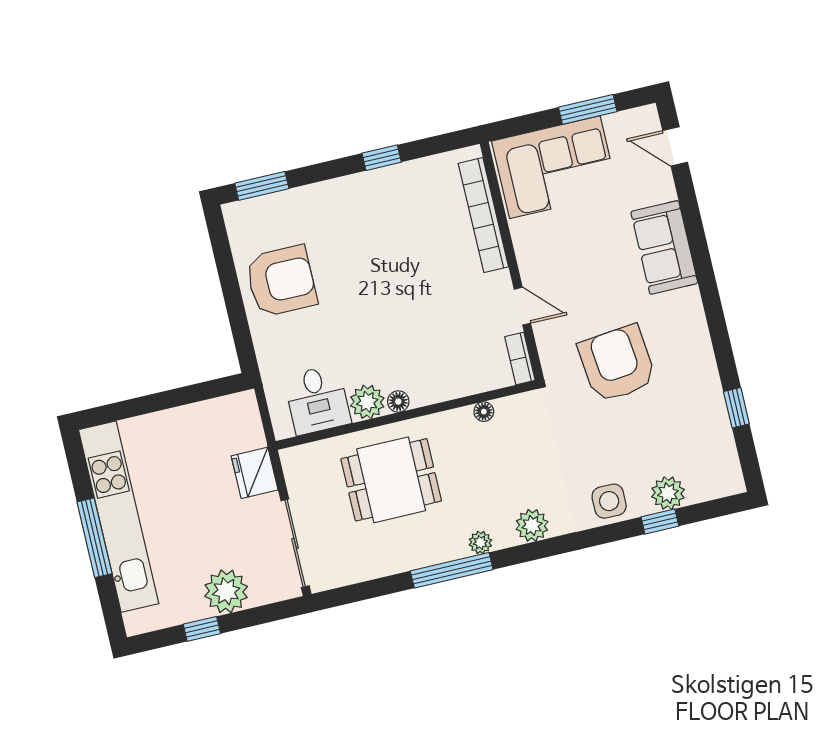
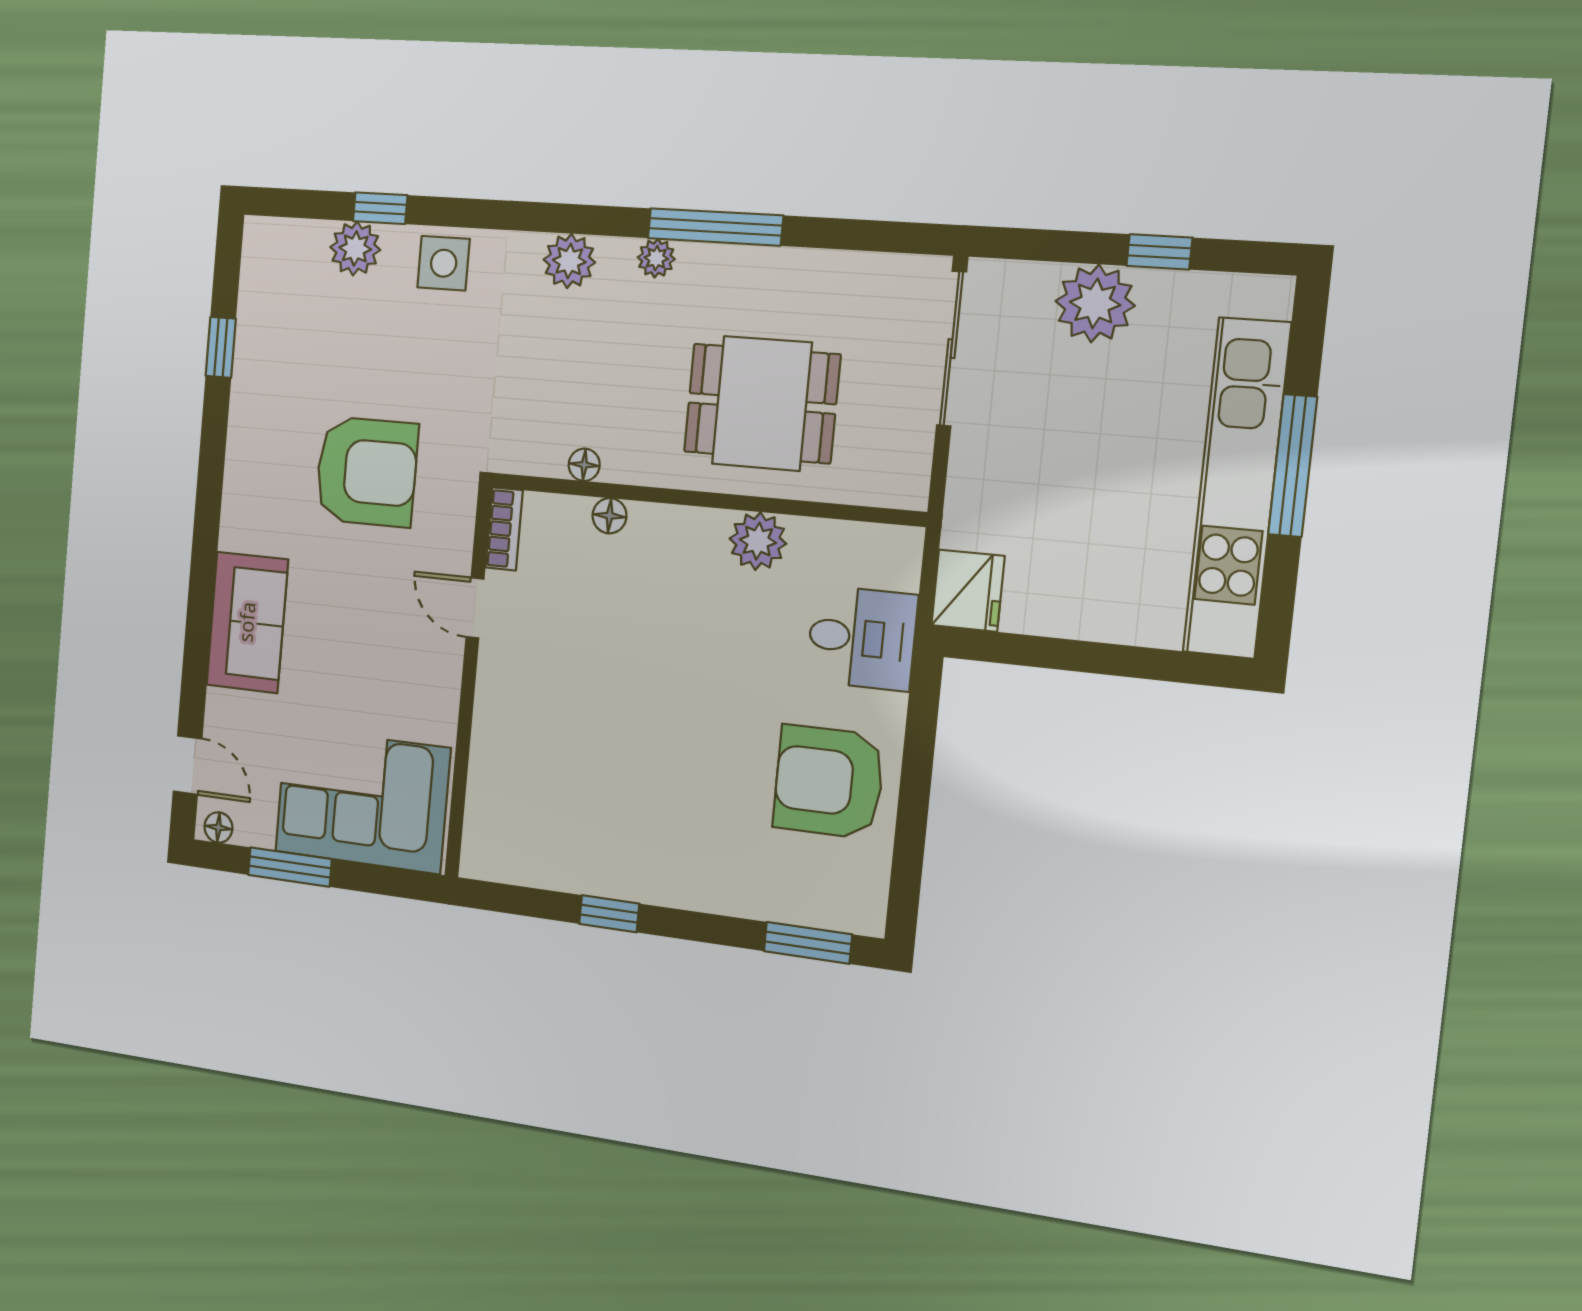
floor lamp: (642, 116) -> (218, 827), added
bookcase: (483, 215) -> (487, 768), removed
armchair: (617, 364) -> (366, 472), turned -84
desk: (317, 400) -> (862, 638), moved, turned 90
floor lamp: (398, 402) -> (610, 516), moved
fridge: (255, 473) -> (968, 591), moved

